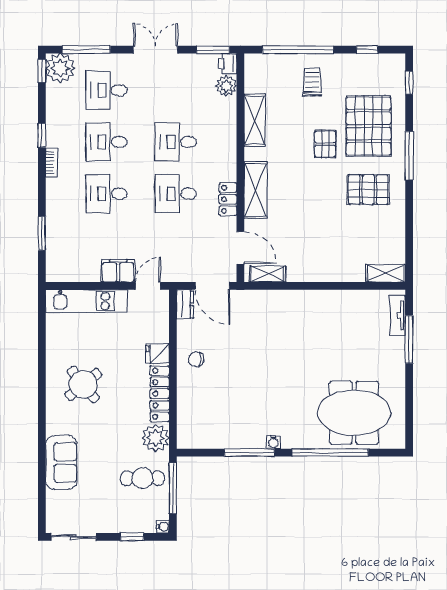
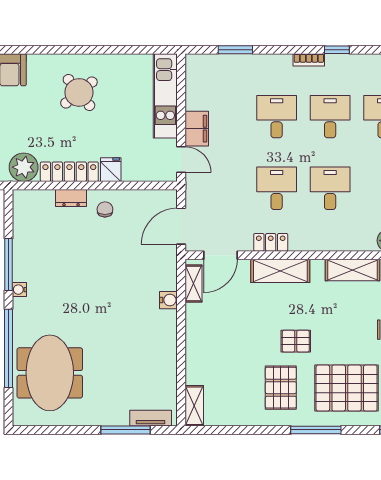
pallet: (325, 144) -> (296, 341), moved
water cooler: (284, 298) -> (168, 300), added
dresser: (185, 304) -> (71, 198), moved

